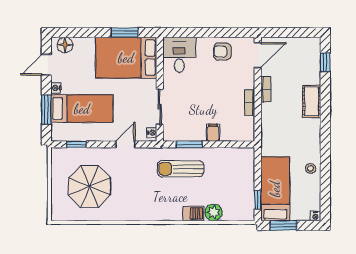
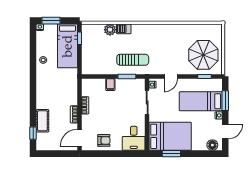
cot: (312, 101) -> (42, 121), moved
parasol: (90, 186) -> (203, 55), moved
window: (283, 226) -> (51, 21), moved

